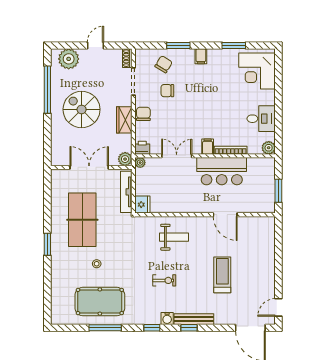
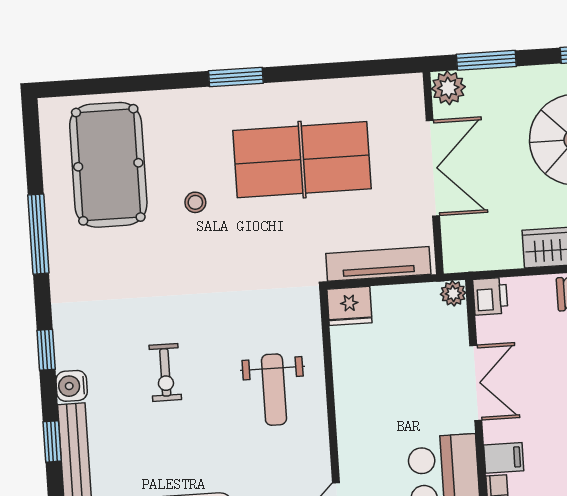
window: (47, 143) -> (486, 60), added
plant: (125, 159) -> (448, 88), moved
pool table: (100, 302) -> (108, 165), moved

